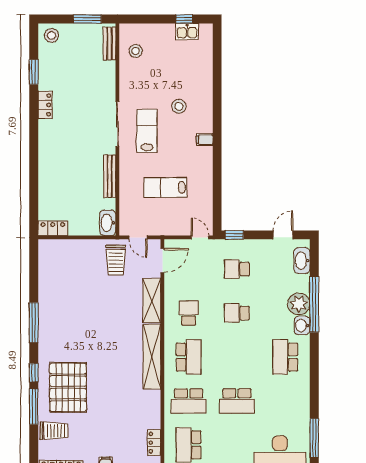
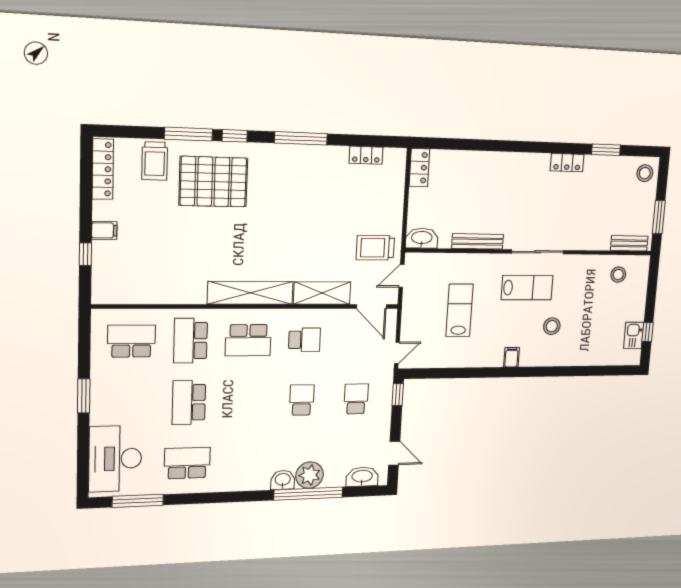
school desk: (285, 357) -> (187, 463), moved
locker: (154, 443) -> (366, 155), moved, turned 180

